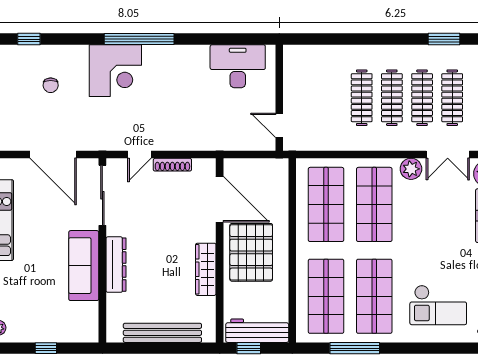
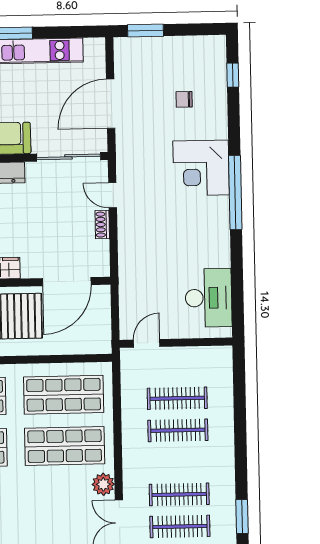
clothes rail: (392, 98) -> (177, 398), moved
shoe rack: (172, 165) -> (102, 225), width x0.70

